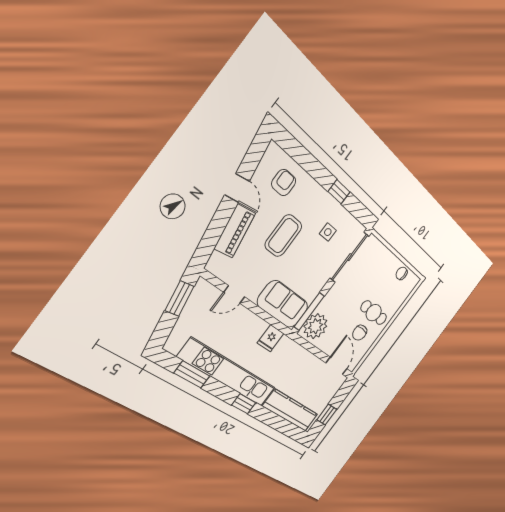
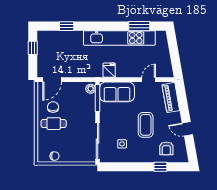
window: (339, 192) -> (160, 167), moved
piano: (235, 231) -> (171, 98), moved
window: (179, 299) -> (175, 60), removed
plant: (315, 326) -> (91, 89), width x0.53, depth x0.53
door: (337, 366) -> (52, 80), hinge flipped
window: (244, 404) -> (67, 26), moved
kitchen counter: (290, 410) -> (61, 38), removed

